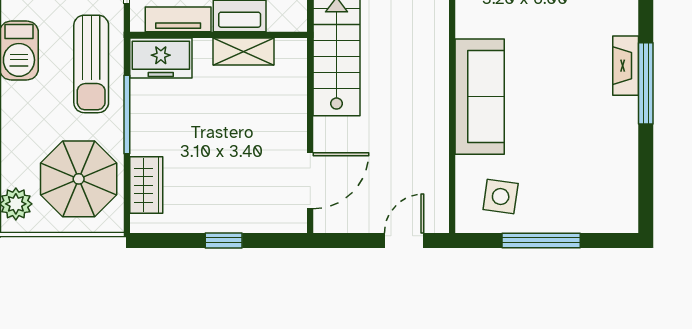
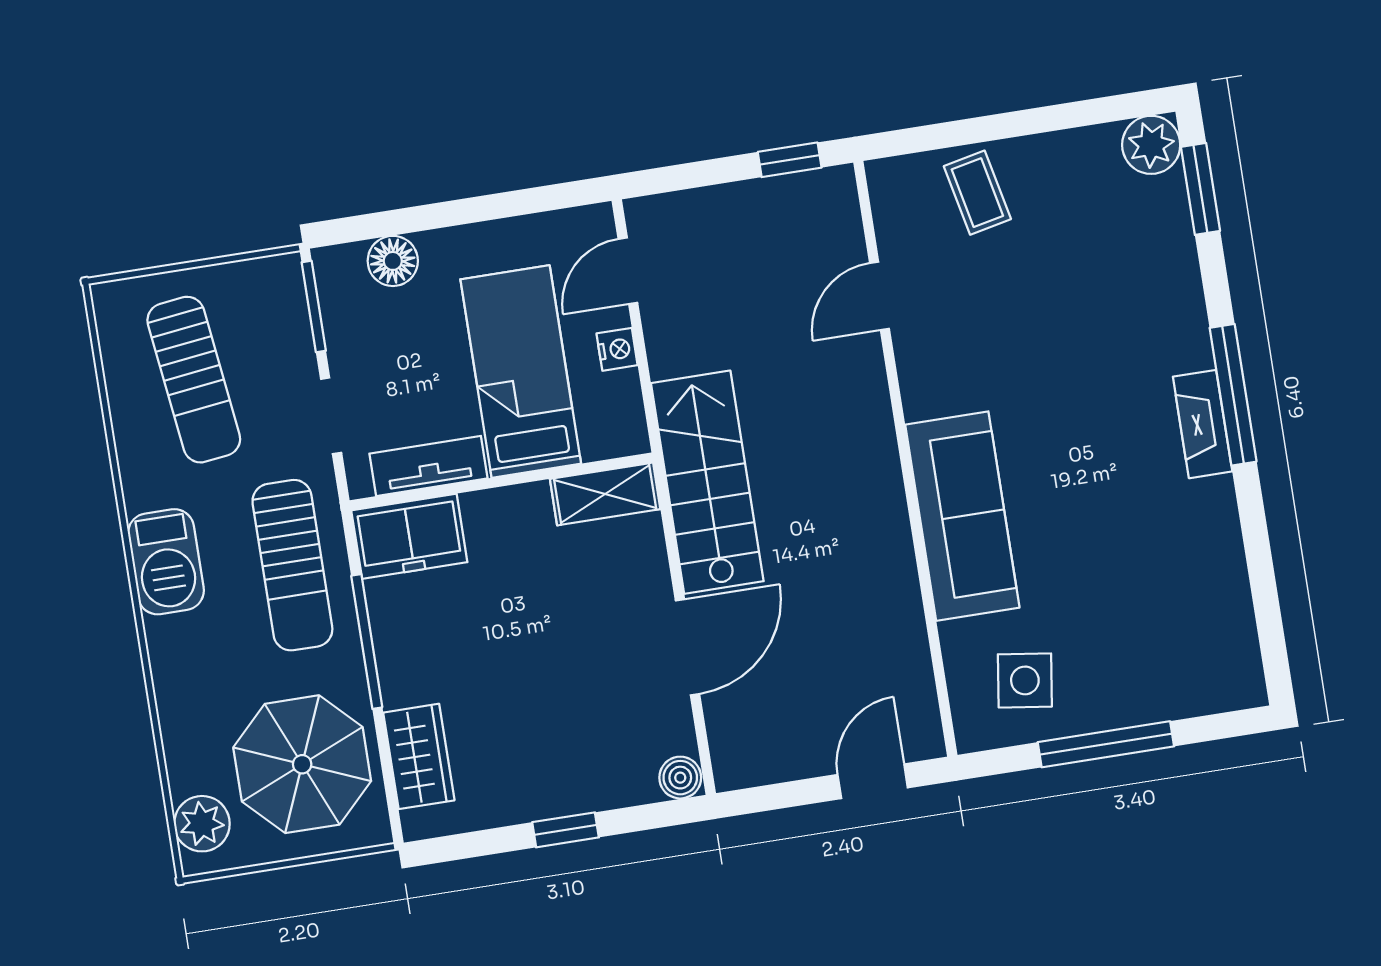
shelving: (243, 52) -> (605, 494), moved
window: (646, 83) -> (1233, 395), moved
door: (310, 181) -> (688, 647), moved
boiler: (294, 221) -> (680, 778), added

